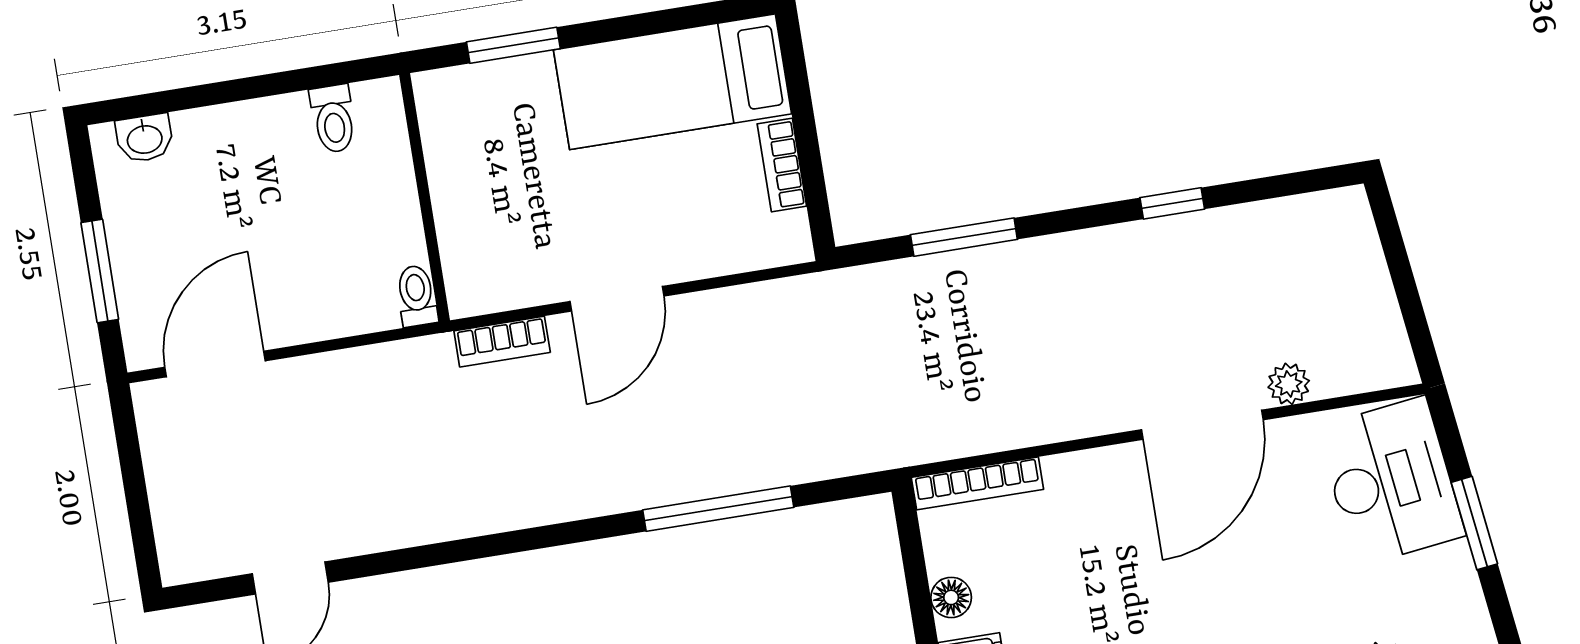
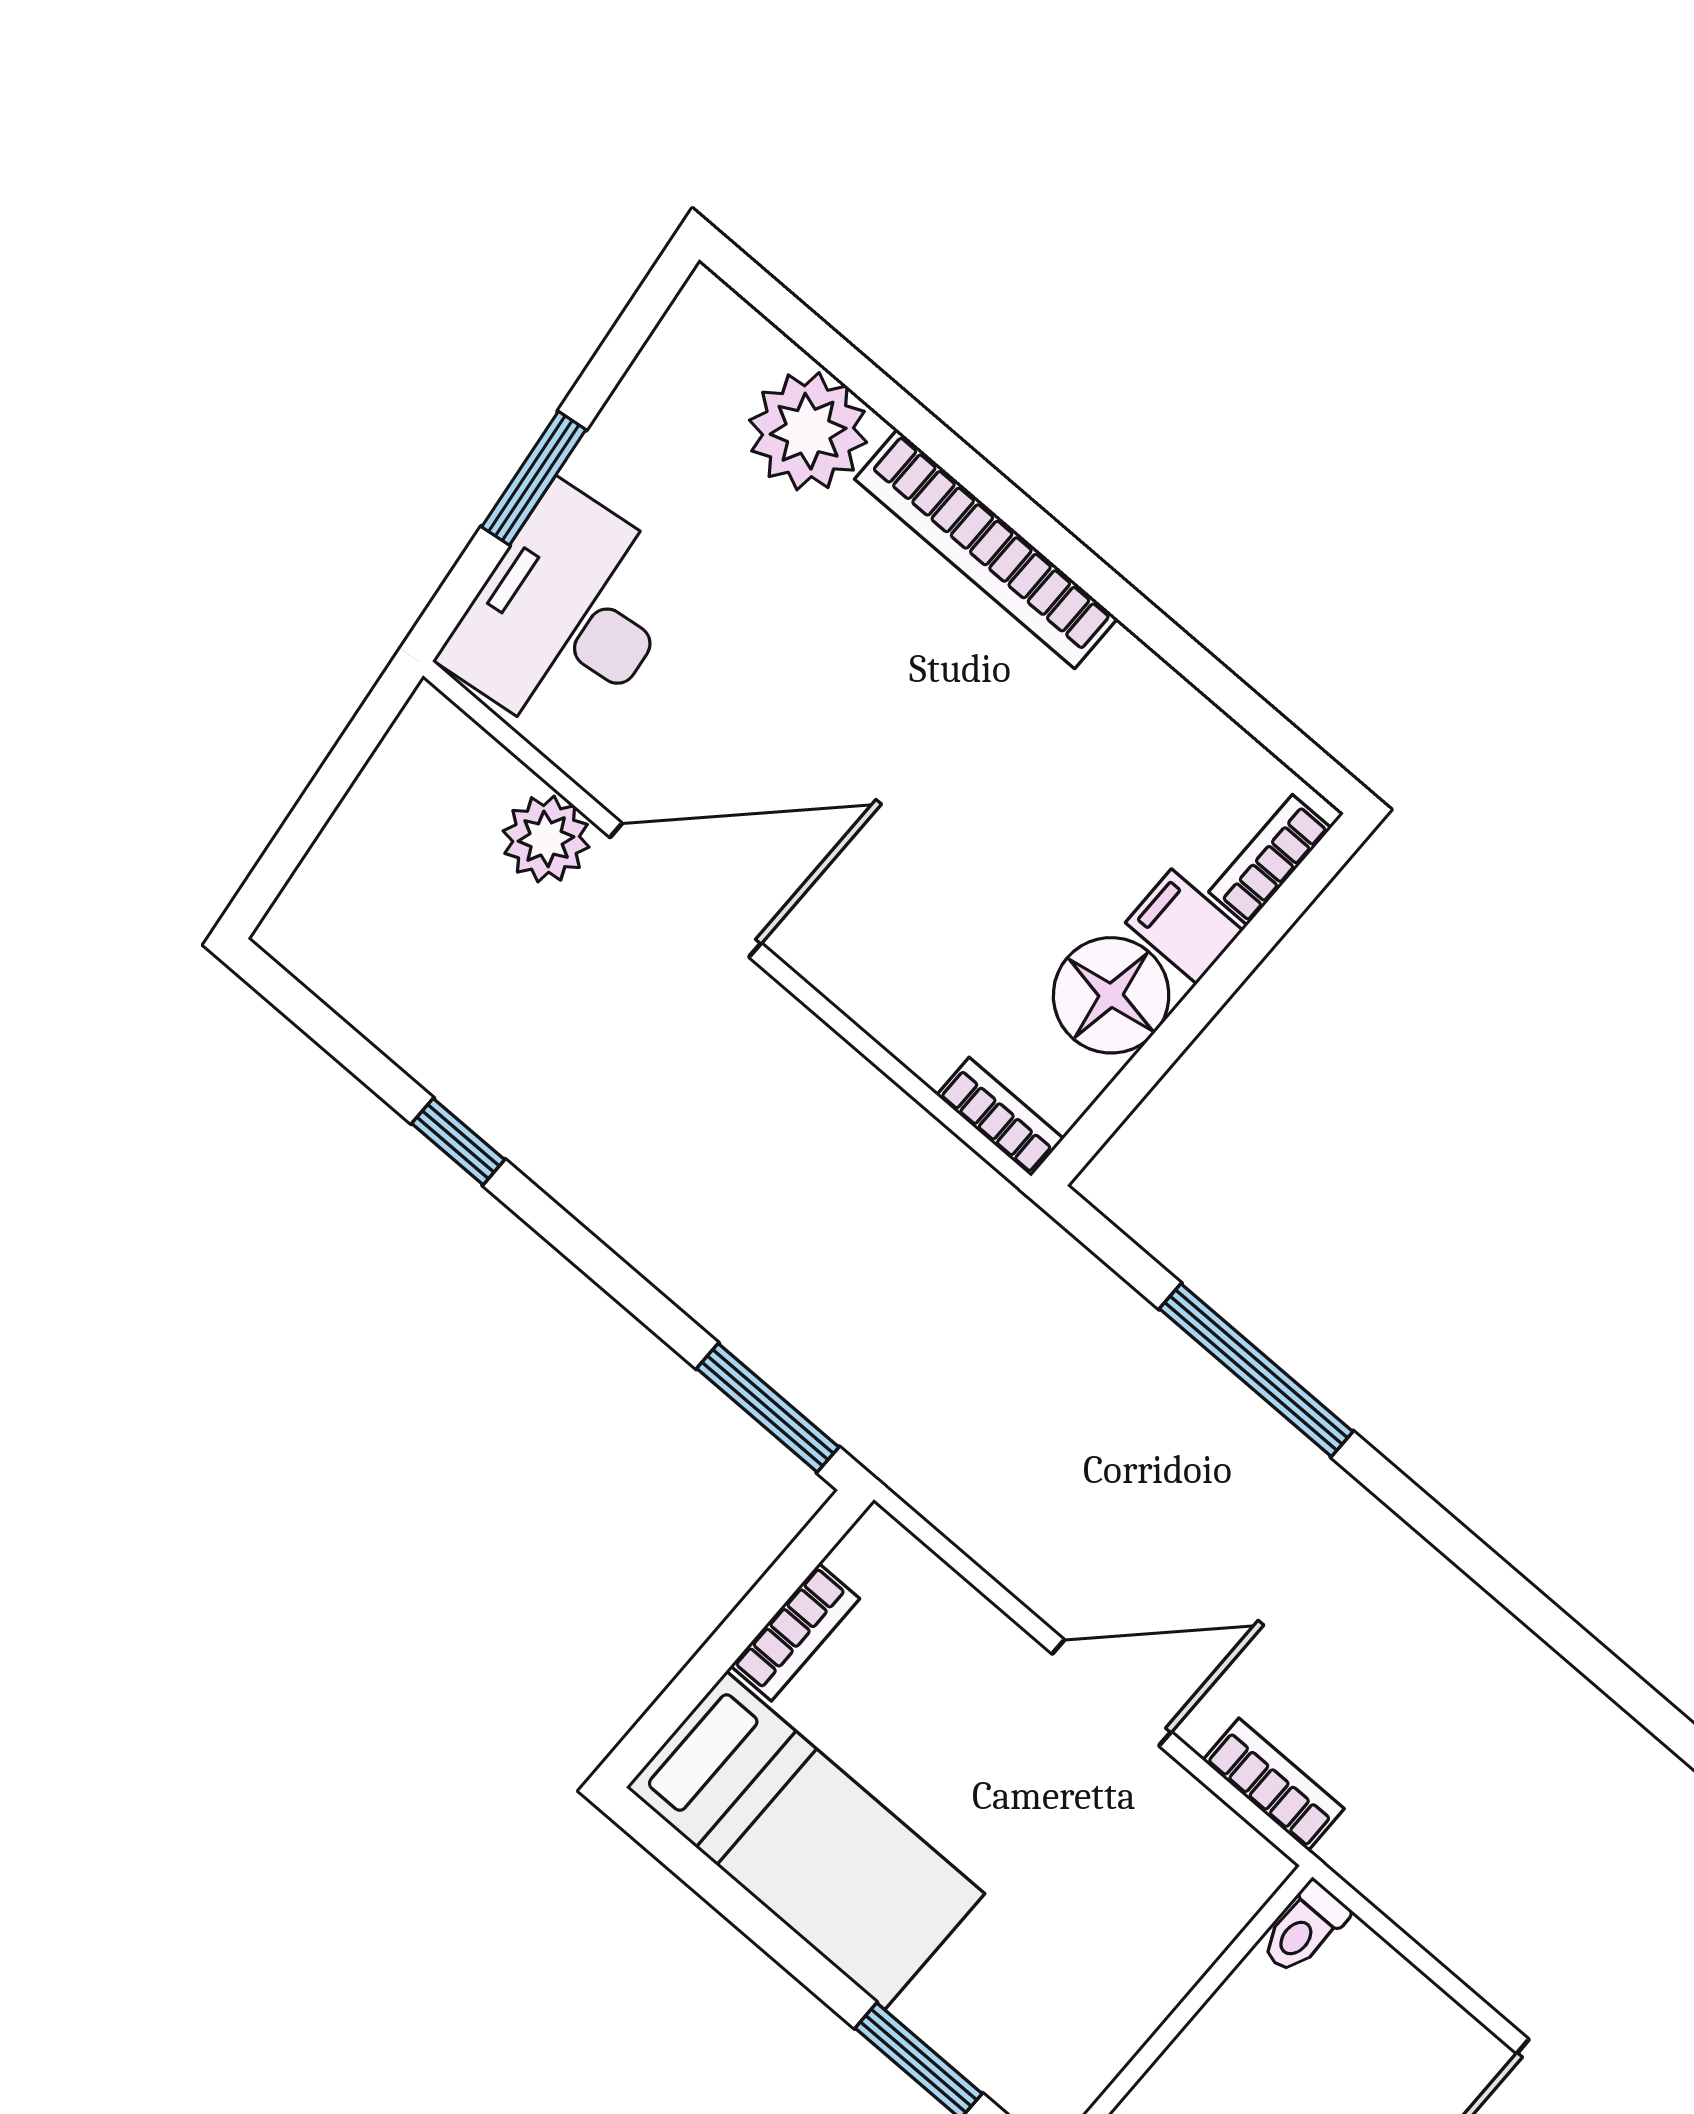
window: (964, 237) -> (768, 1408), moved
plant: (1289, 384) -> (546, 839), width x1.38, depth x1.38
bookcase: (977, 483) -> (1000, 1117), width x0.64
floor lamp: (951, 597) -> (1111, 995), width x1.89, depth x1.89

